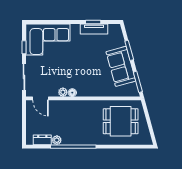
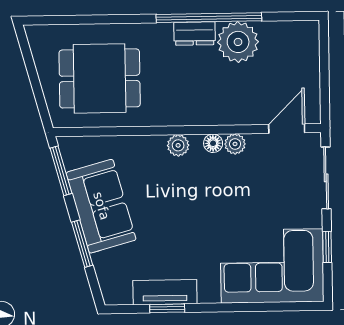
plant: (87, 92) -> (178, 145), added
door: (41, 98) -> (287, 129), hinge flipped
dresser: (42, 140) -> (195, 34), moved
plant: (57, 140) -> (238, 42), width x1.87, depth x1.87

